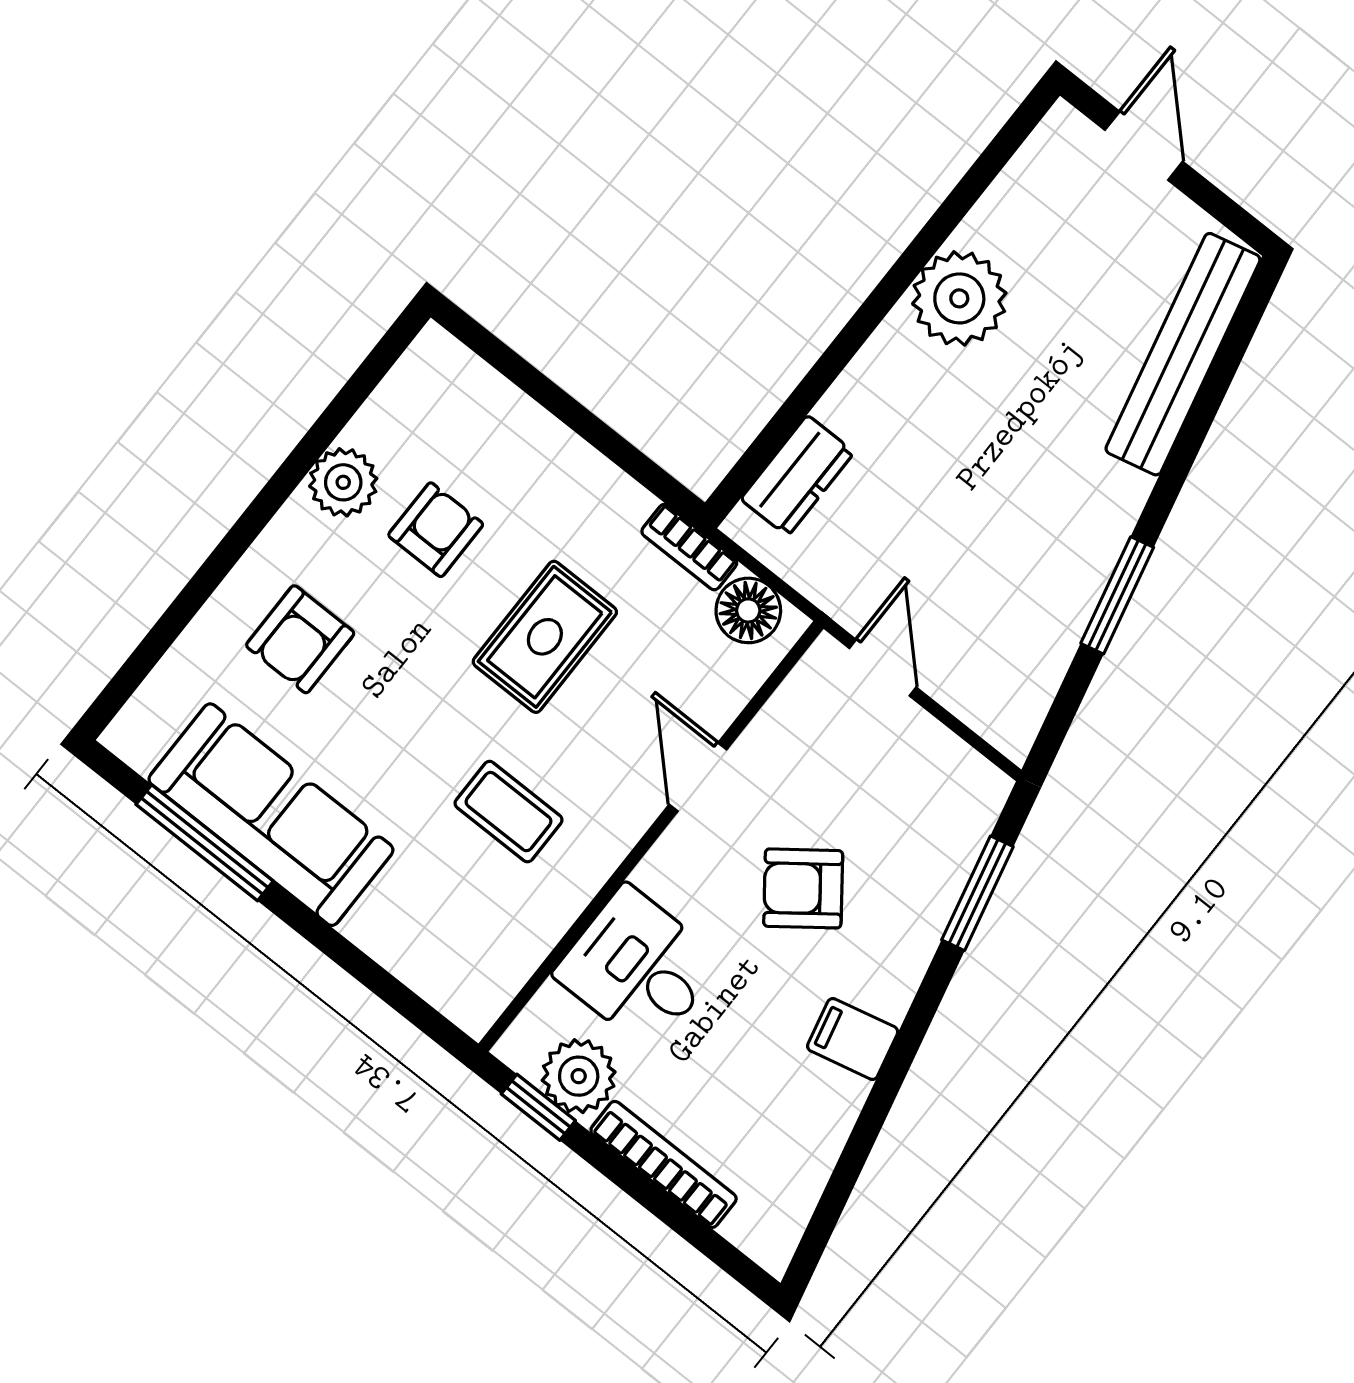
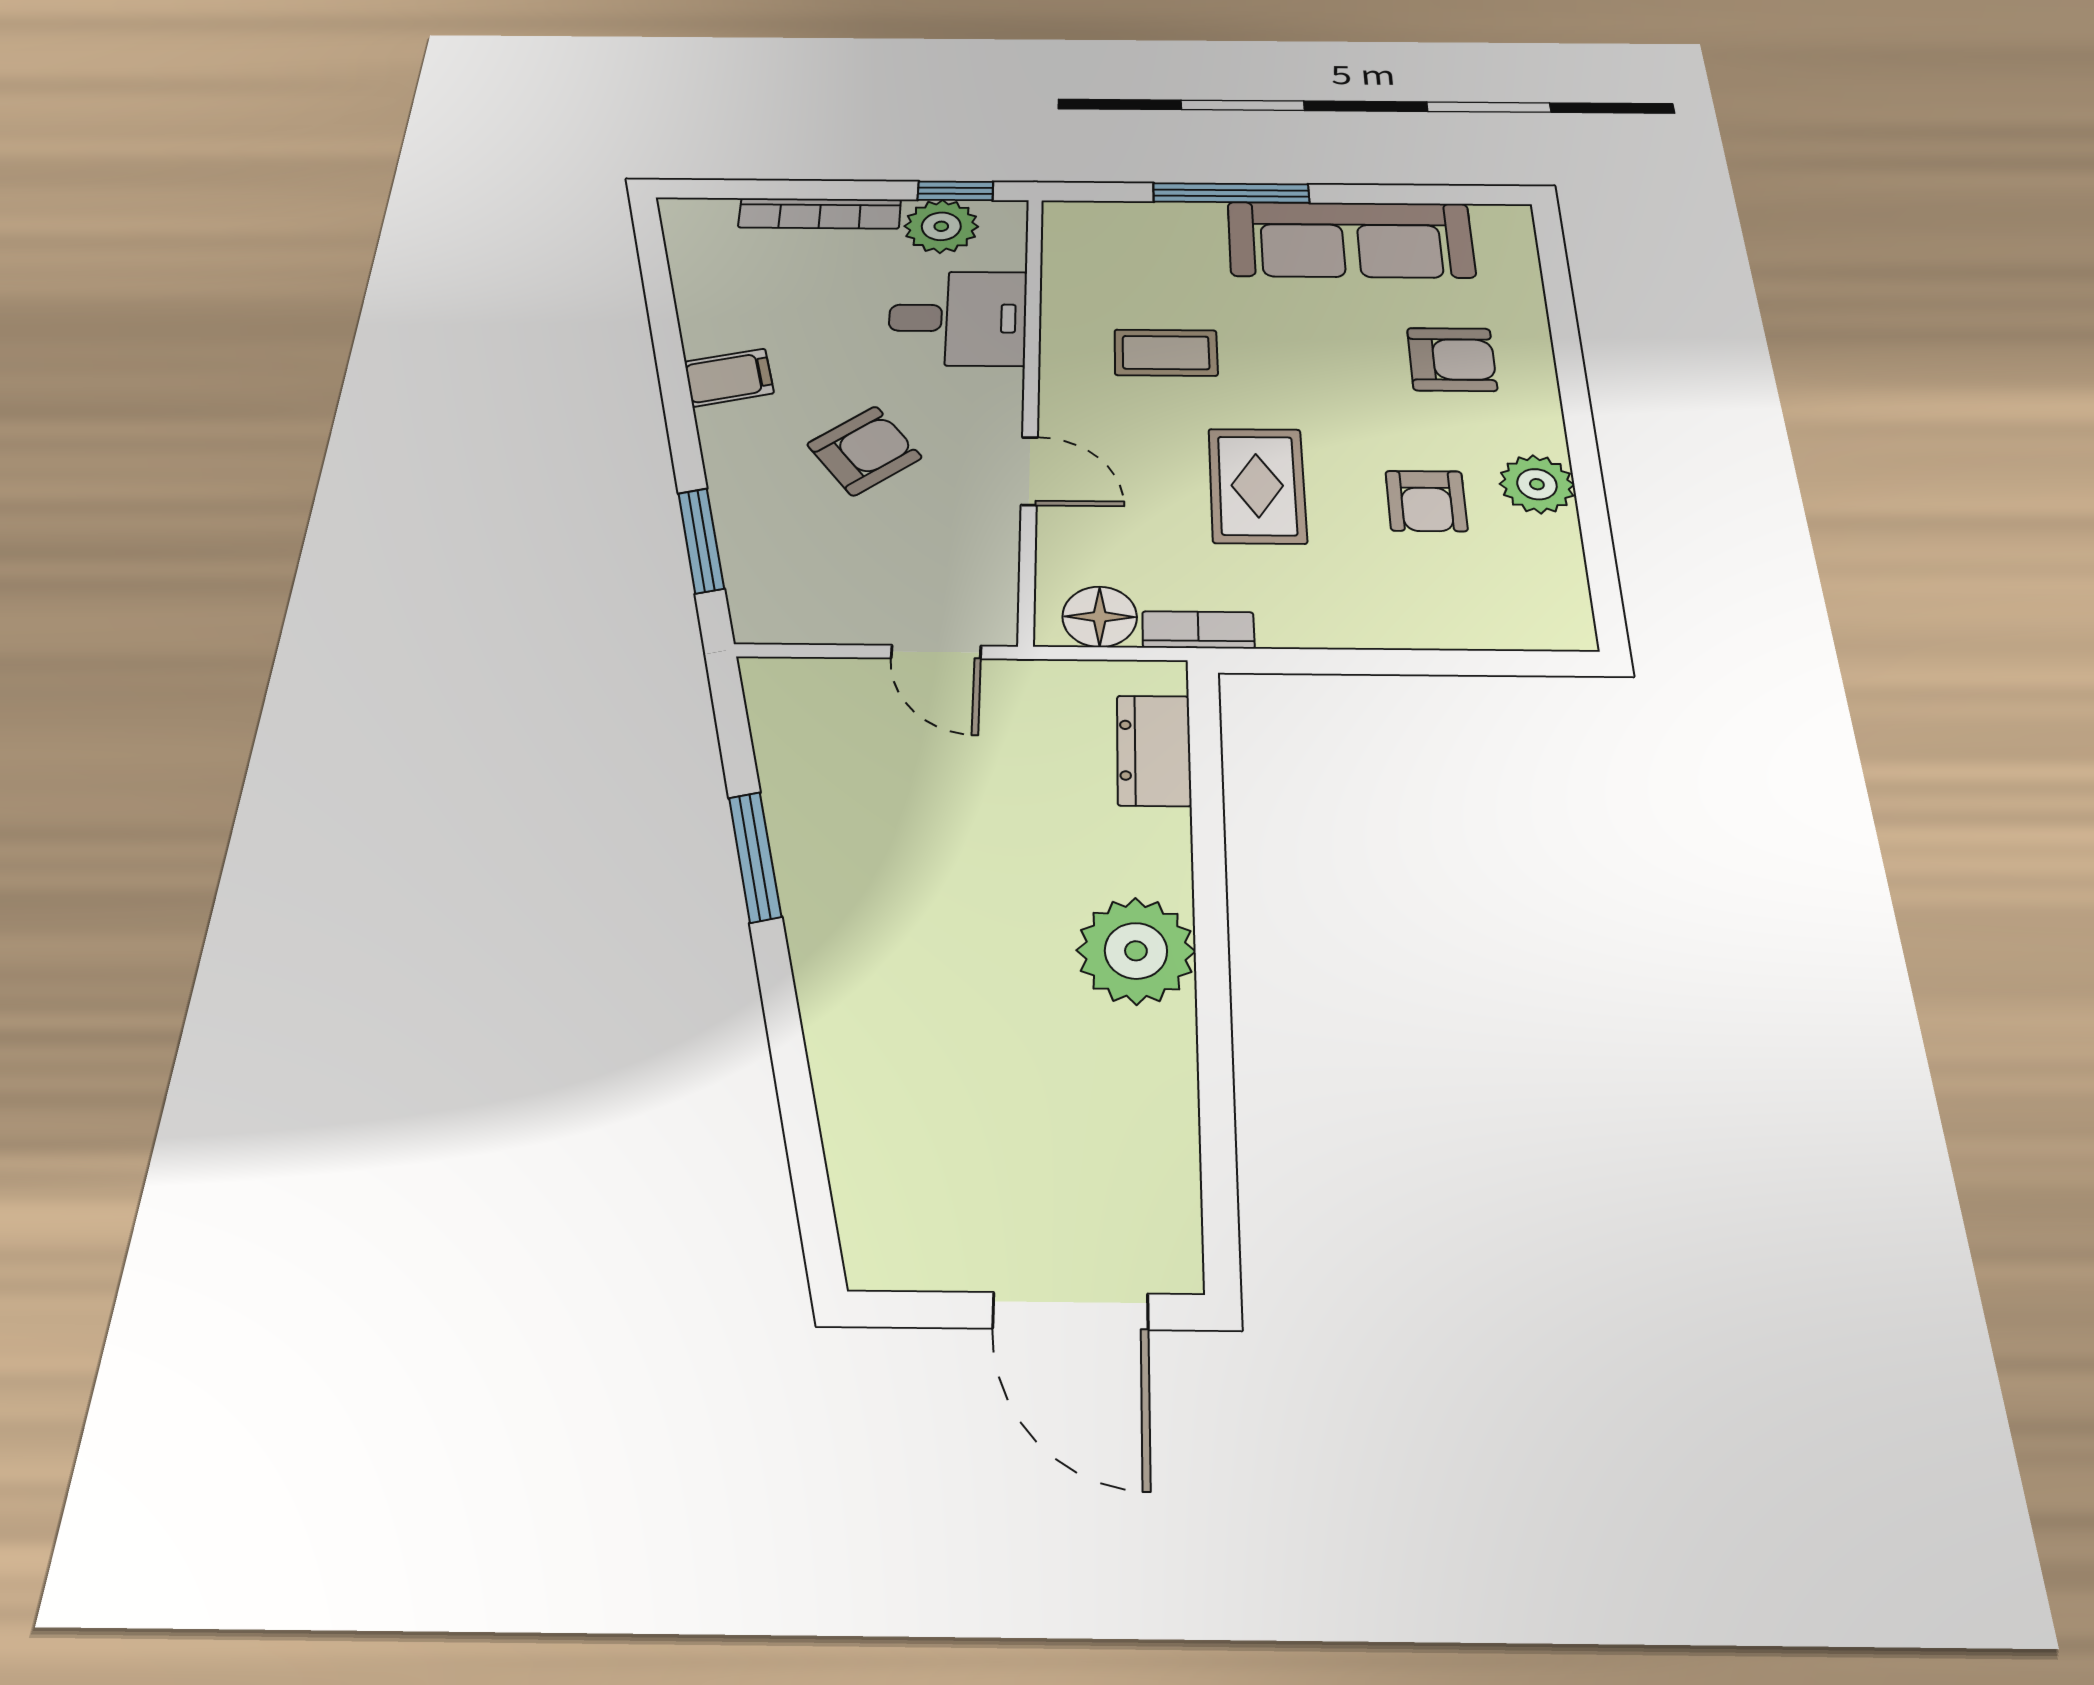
door: (1144, 146) -> (1070, 1311), width x1.38
plant: (959, 298) -> (1136, 951), moved
bench: (1183, 354) -> (859, 1126), removed
armchair: (300, 639) -> (1452, 359), turned 90
window: (205, 843) -> (1231, 193), moved

